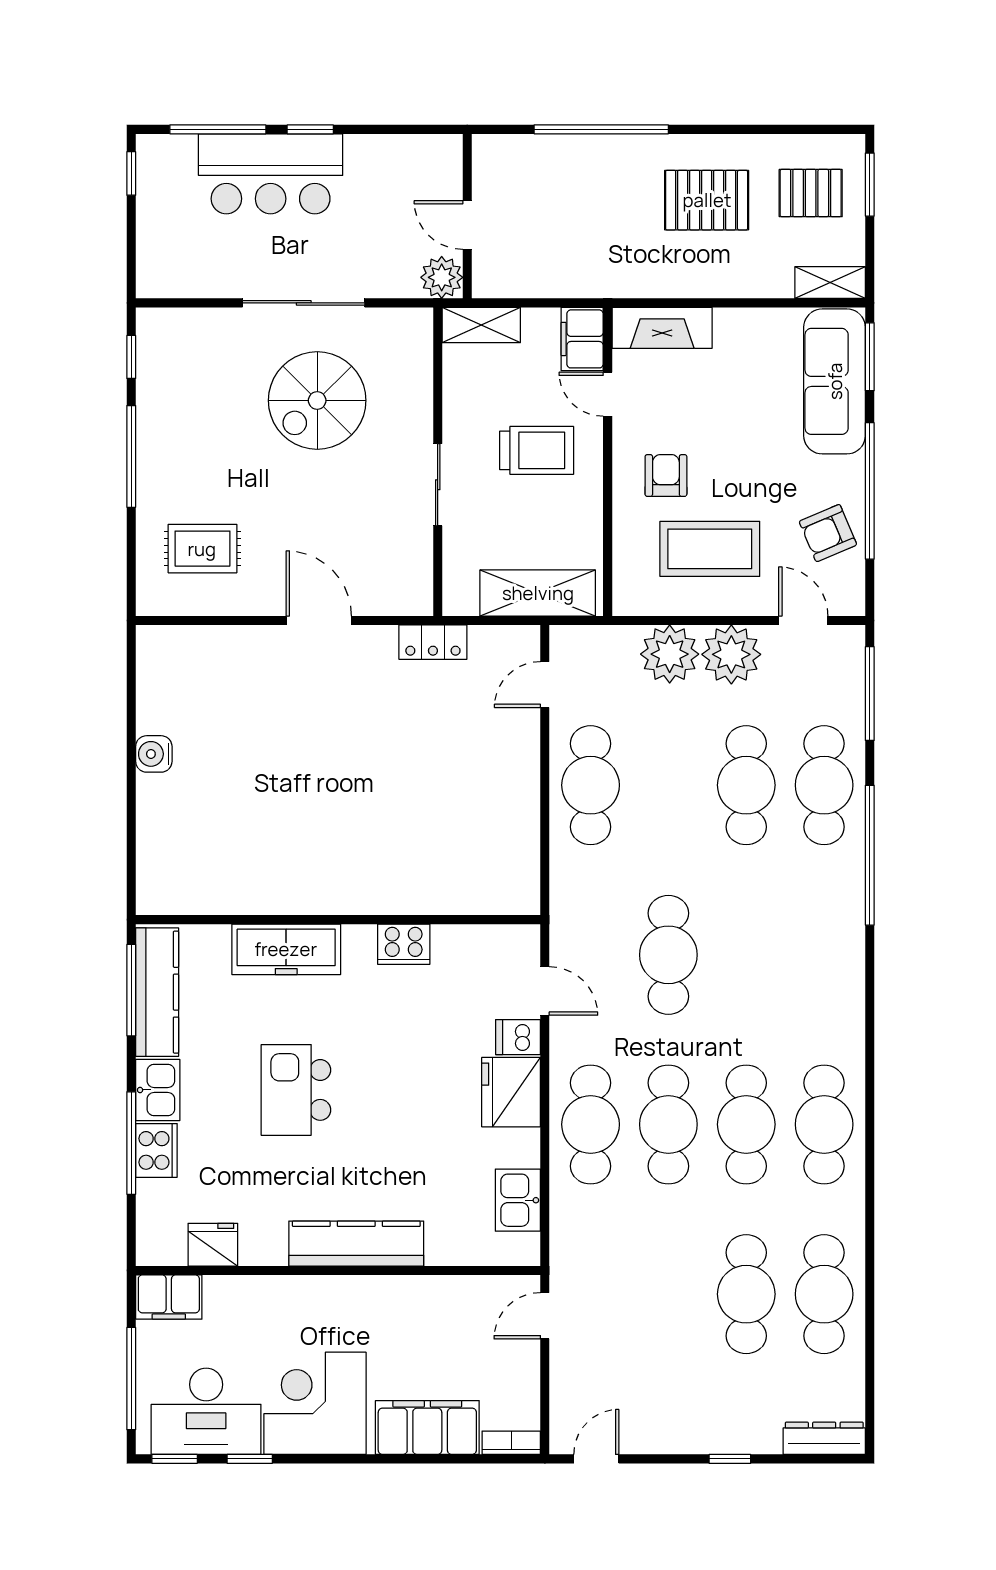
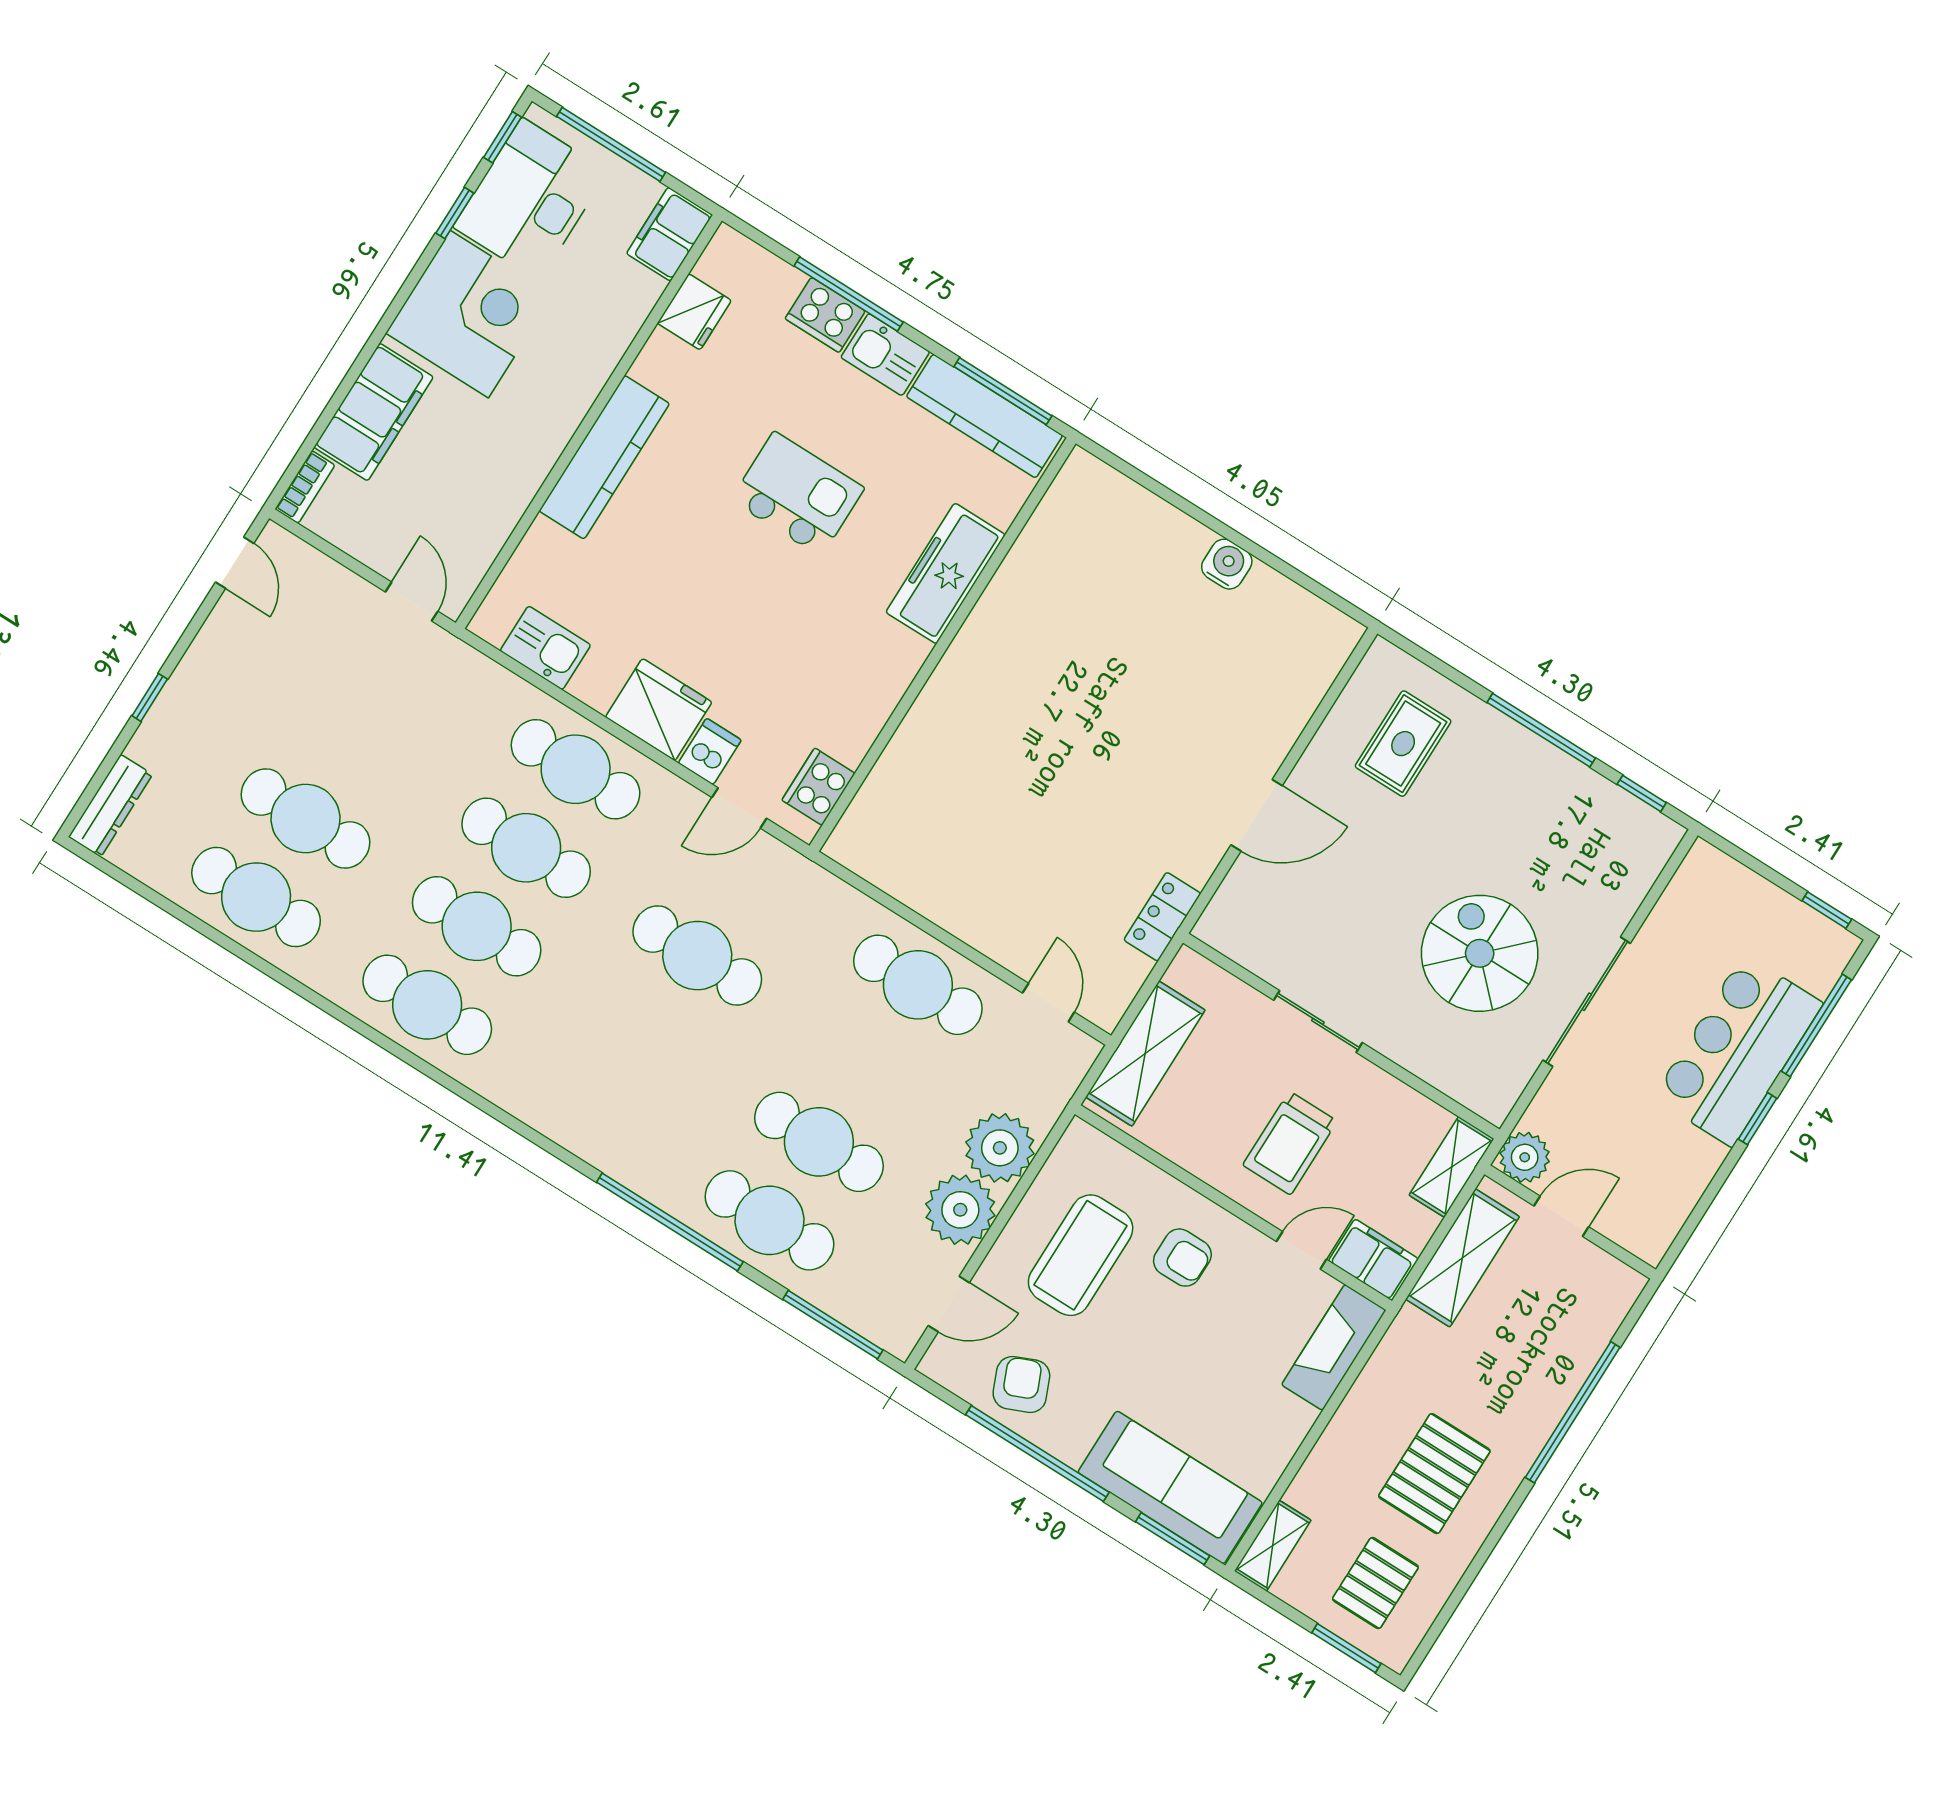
shelving: (541, 277) -> (1463, 1258), added
cooker: (404, 944) -> (818, 787), moved

